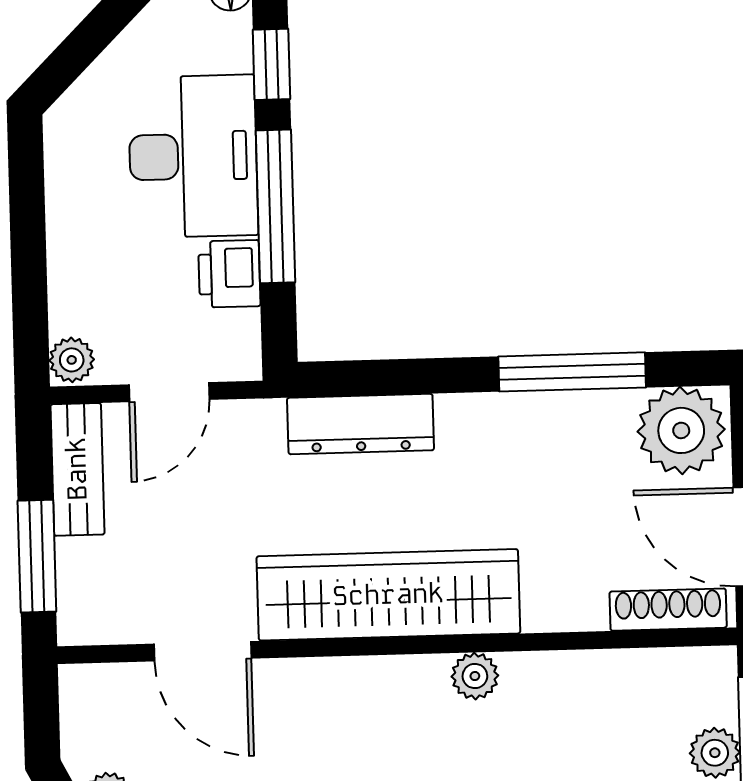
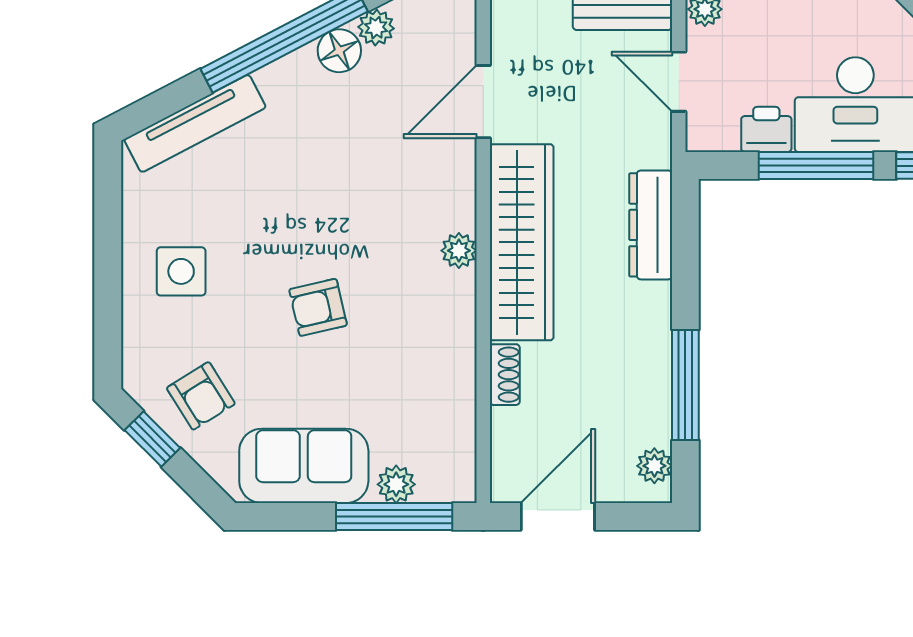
plant: (681, 430) -> (654, 466), width x0.53, depth x0.53
shoe rack: (668, 610) -> (505, 375), moved, width x0.70
plant: (475, 676) -> (459, 251), moved

